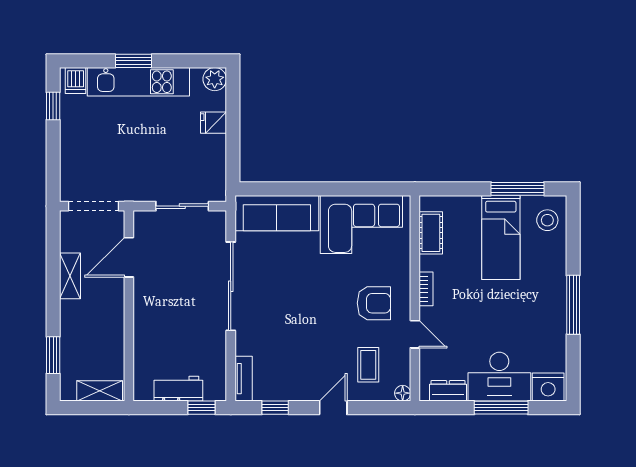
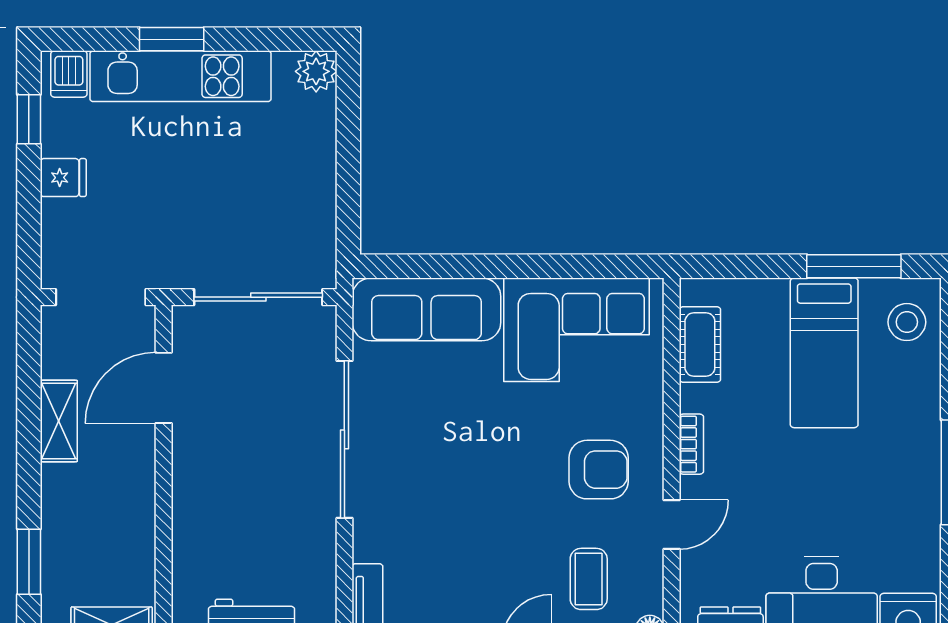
fridge: (214, 123) -> (63, 178), moved, turned 180
sliding door: (182, 206) -> (258, 297), width x1.37
door: (415, 334) -> (672, 525), hinge flipped

